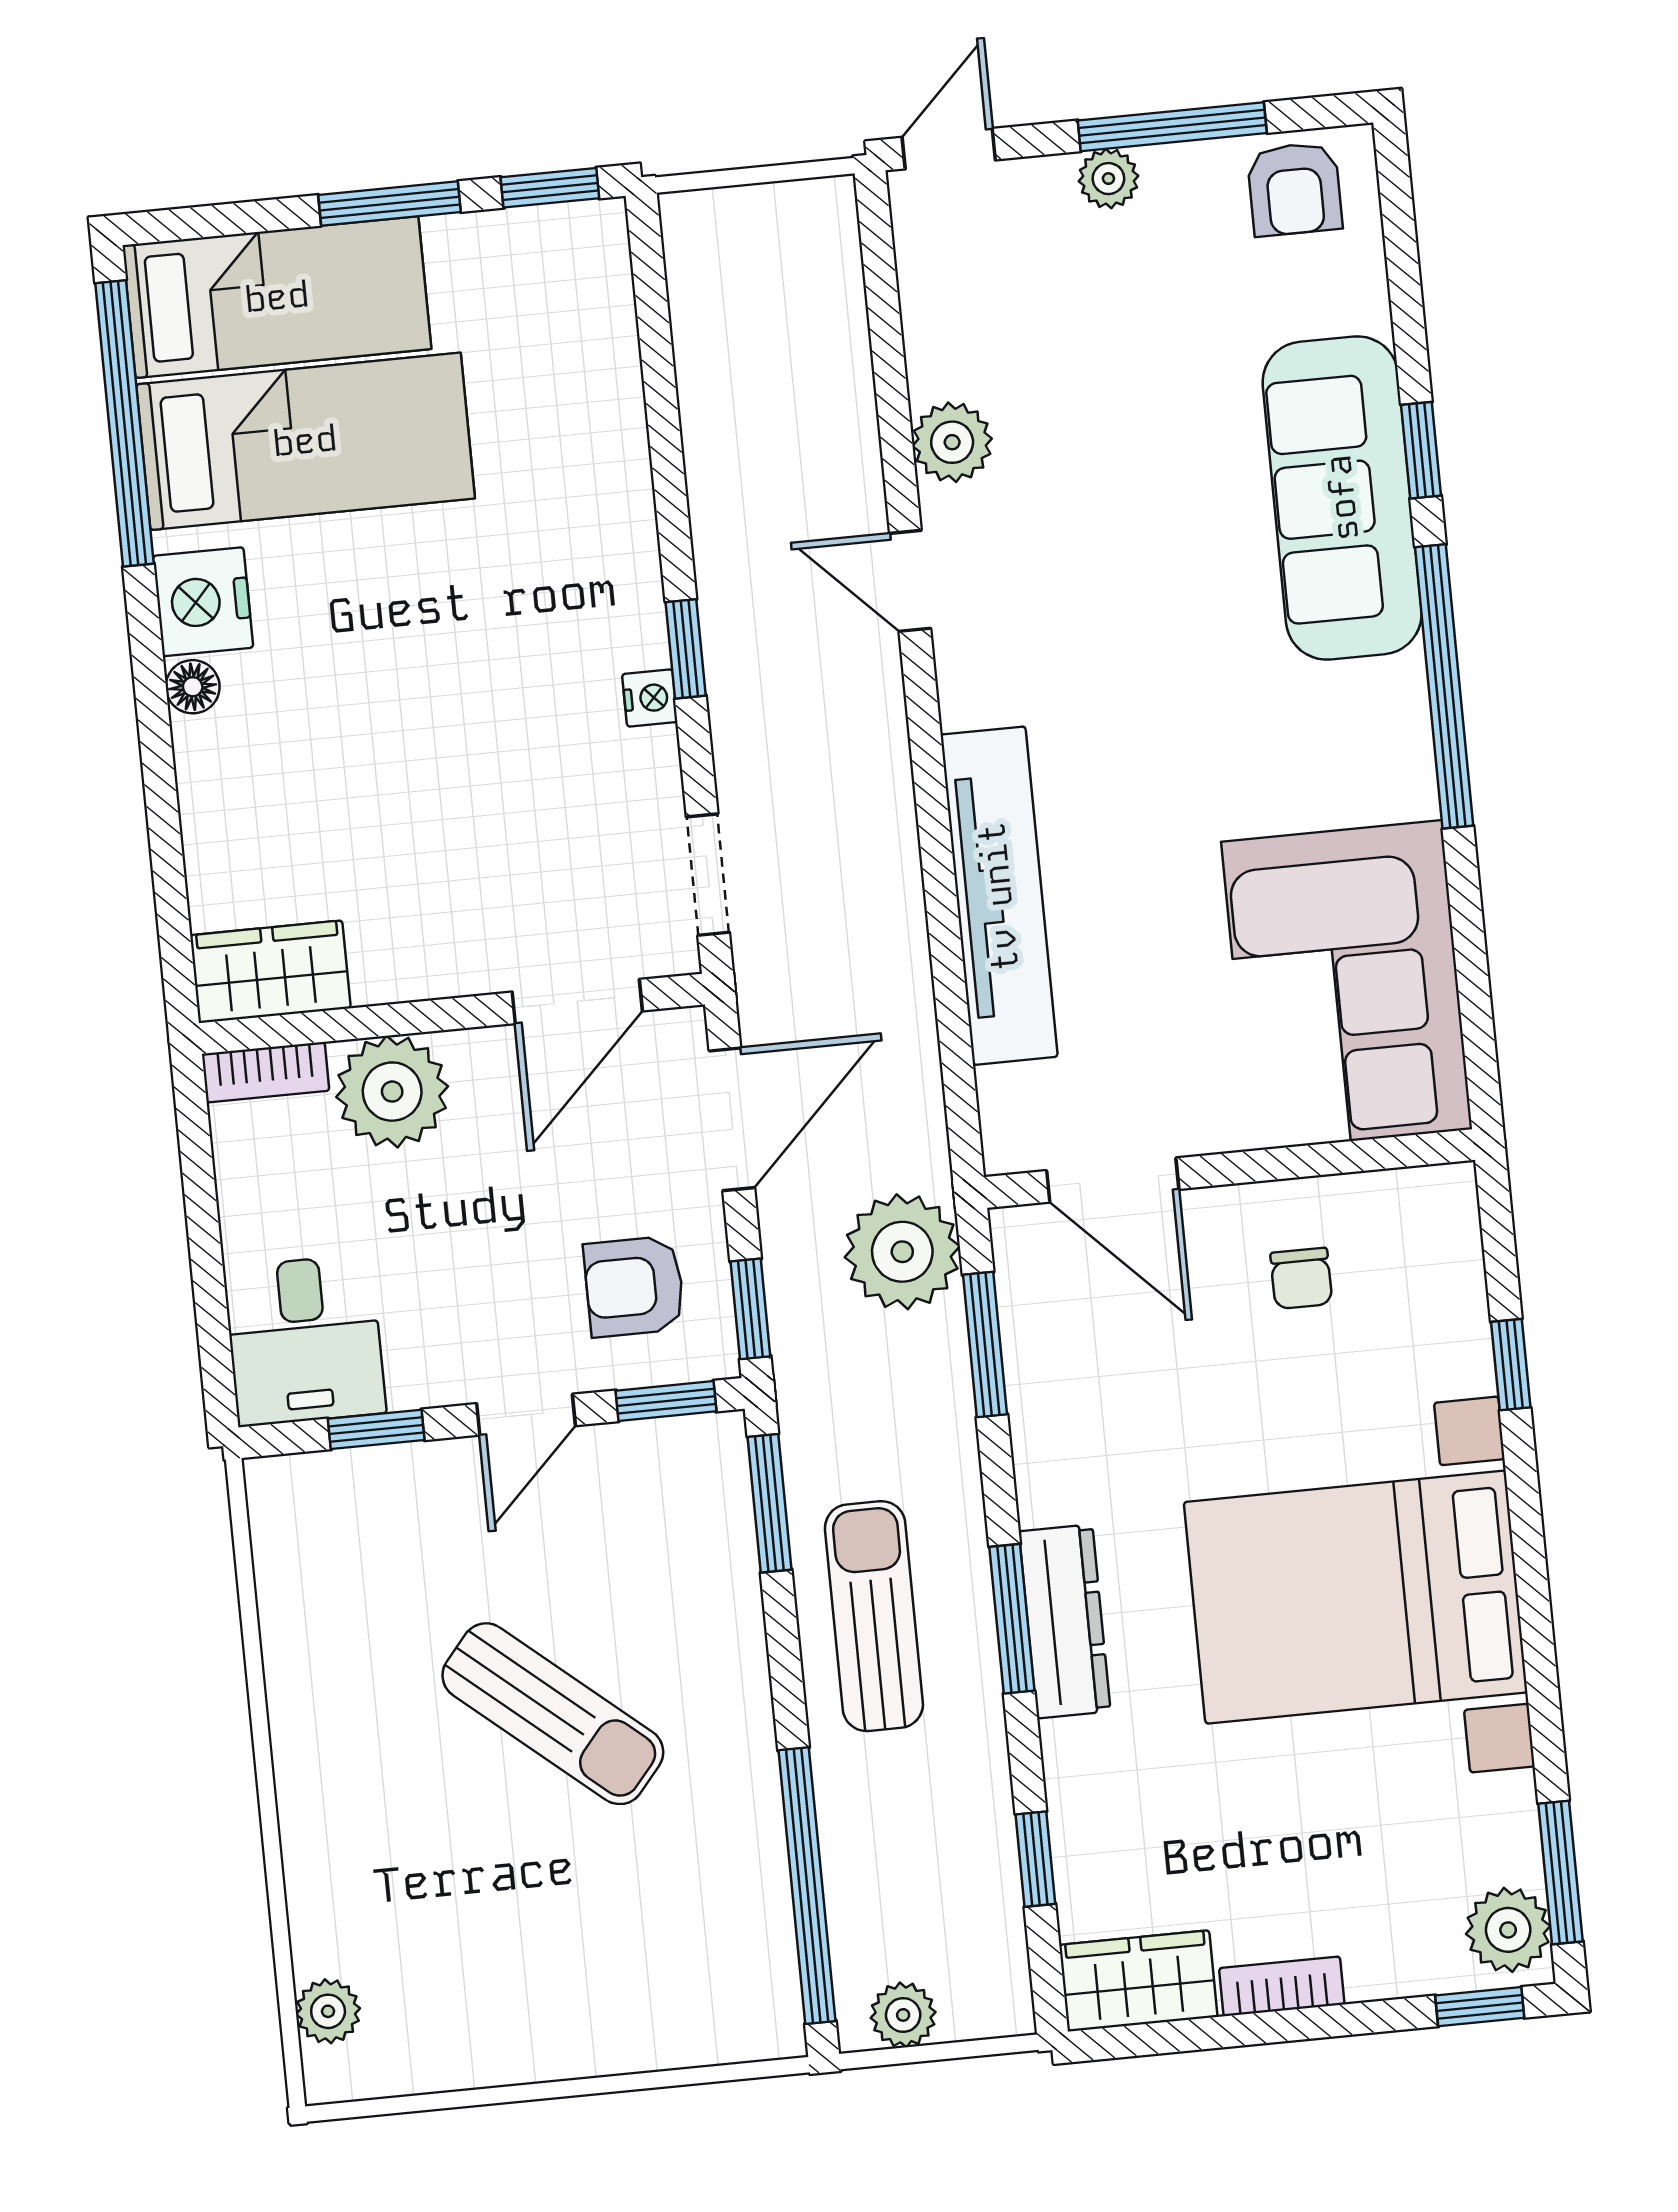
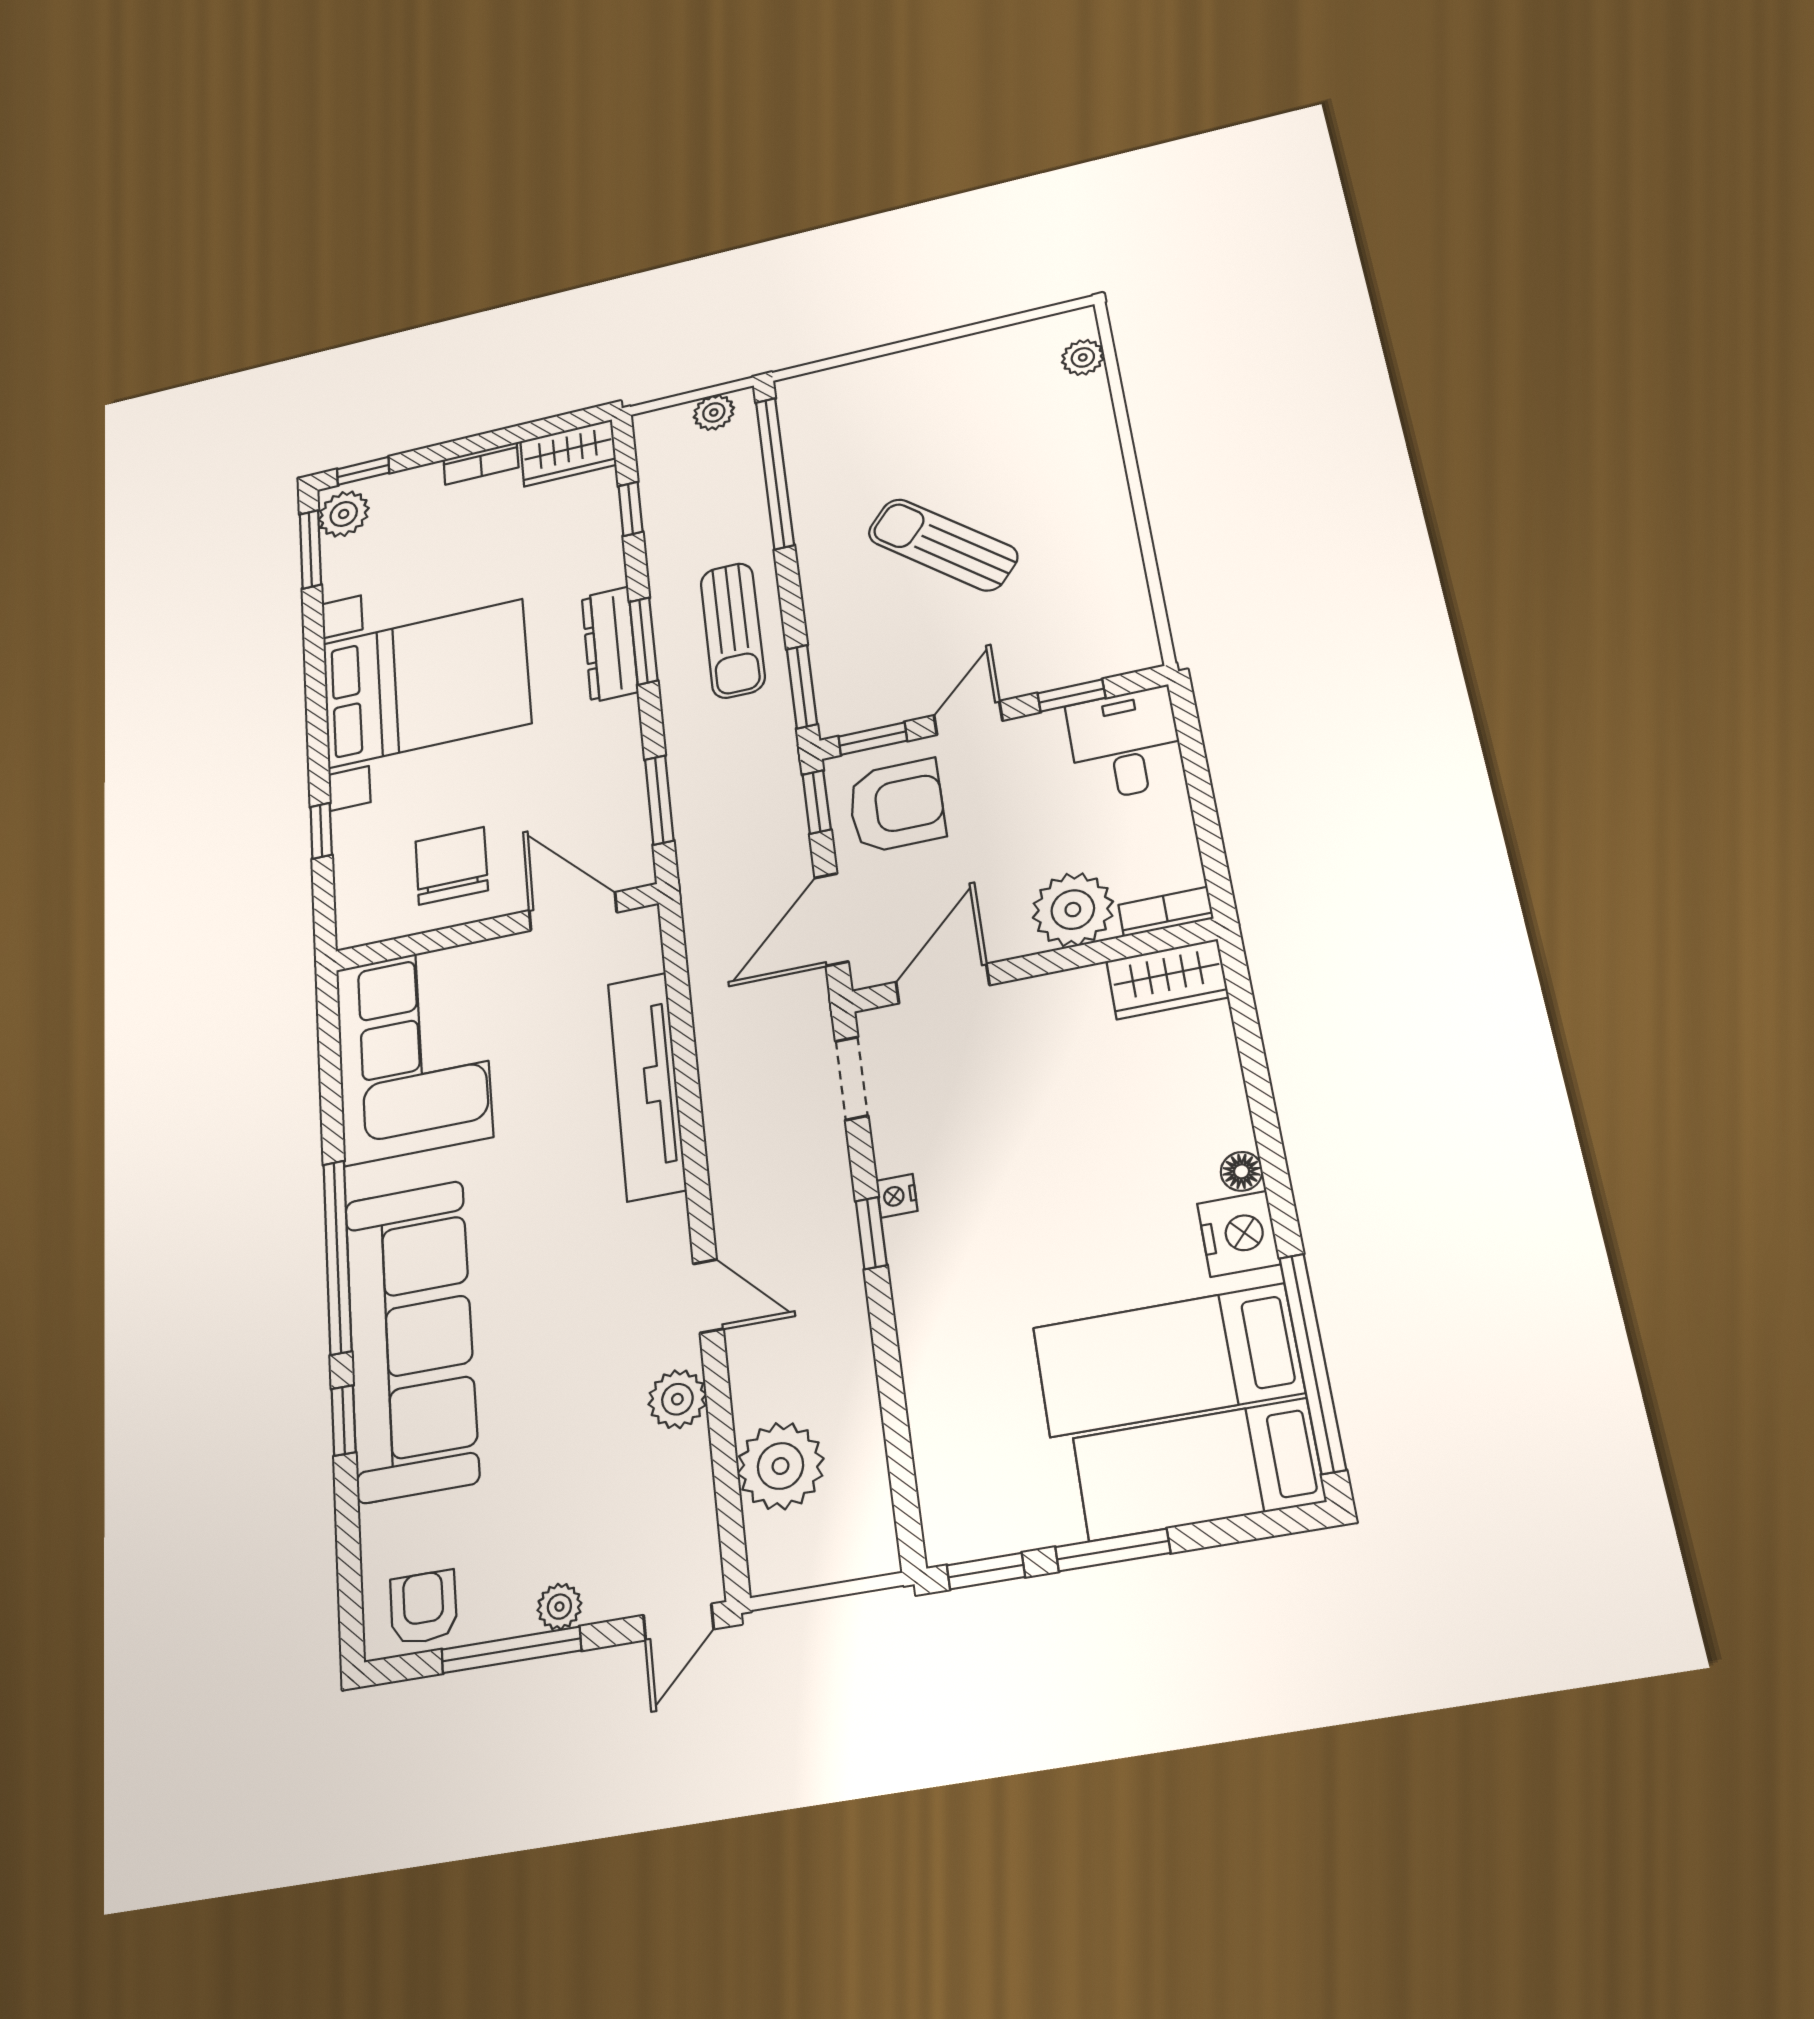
sofa: (1342, 498) -> (411, 1339), width x1.36, depth x1.27
plant: (902, 1252) -> (780, 1466), moved
chair: (1301, 1278) -> (451, 866), width x1.87, depth x1.87
armchair: (634, 1287) -> (897, 806), width x1.38, depth x1.38

